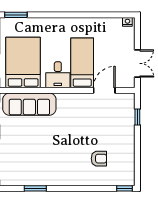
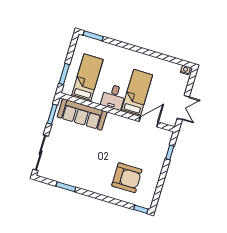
bed: (23, 62) -> (87, 78), width x0.67
armchair: (99, 159) -> (127, 178), width x1.88, depth x1.88

